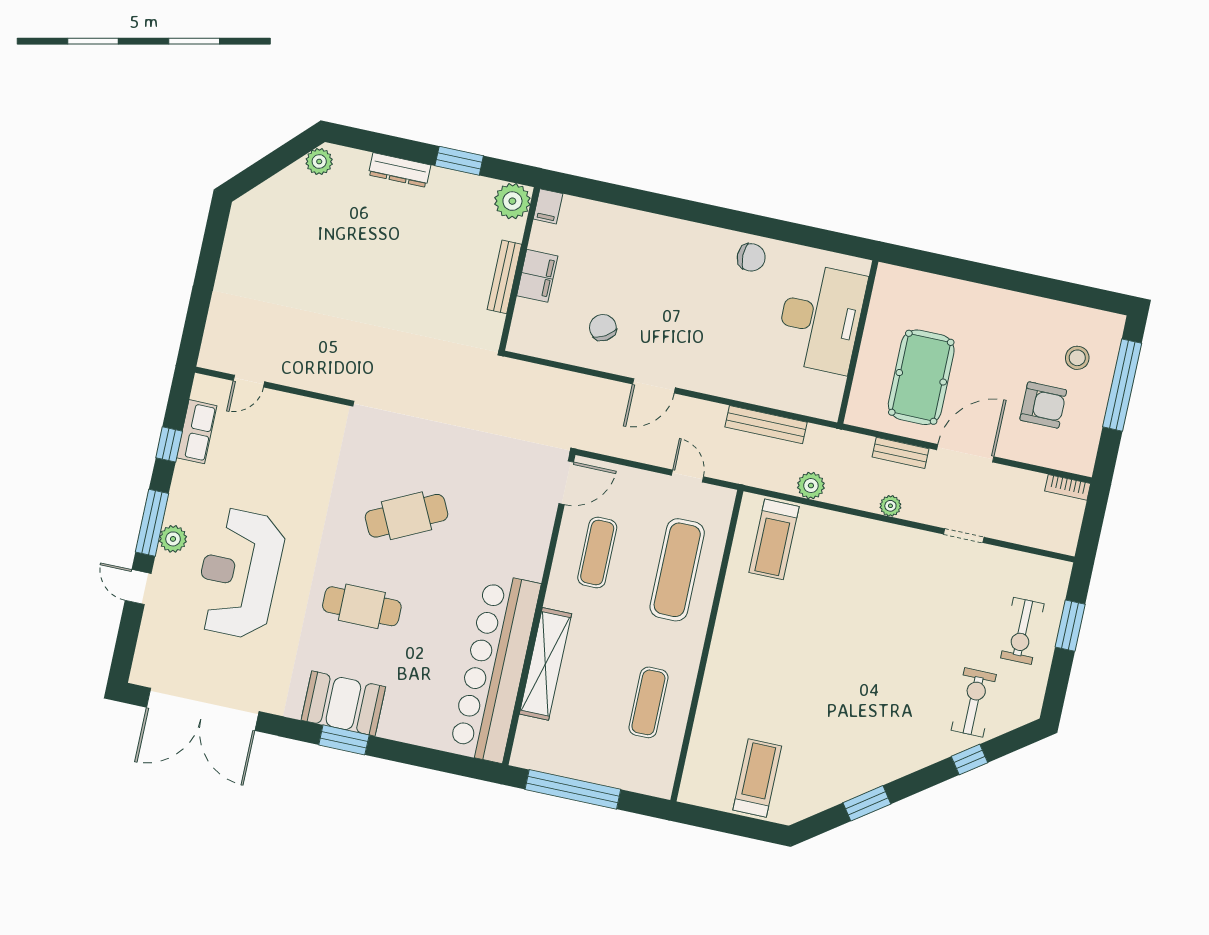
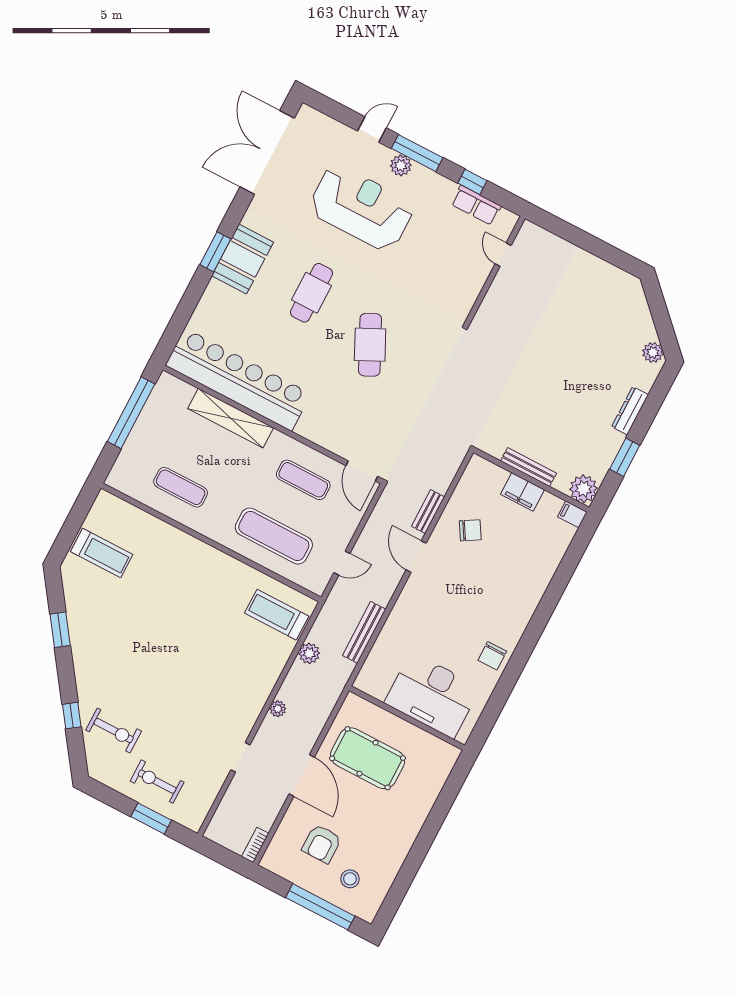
bench: (901, 453) -> (428, 512), moved

